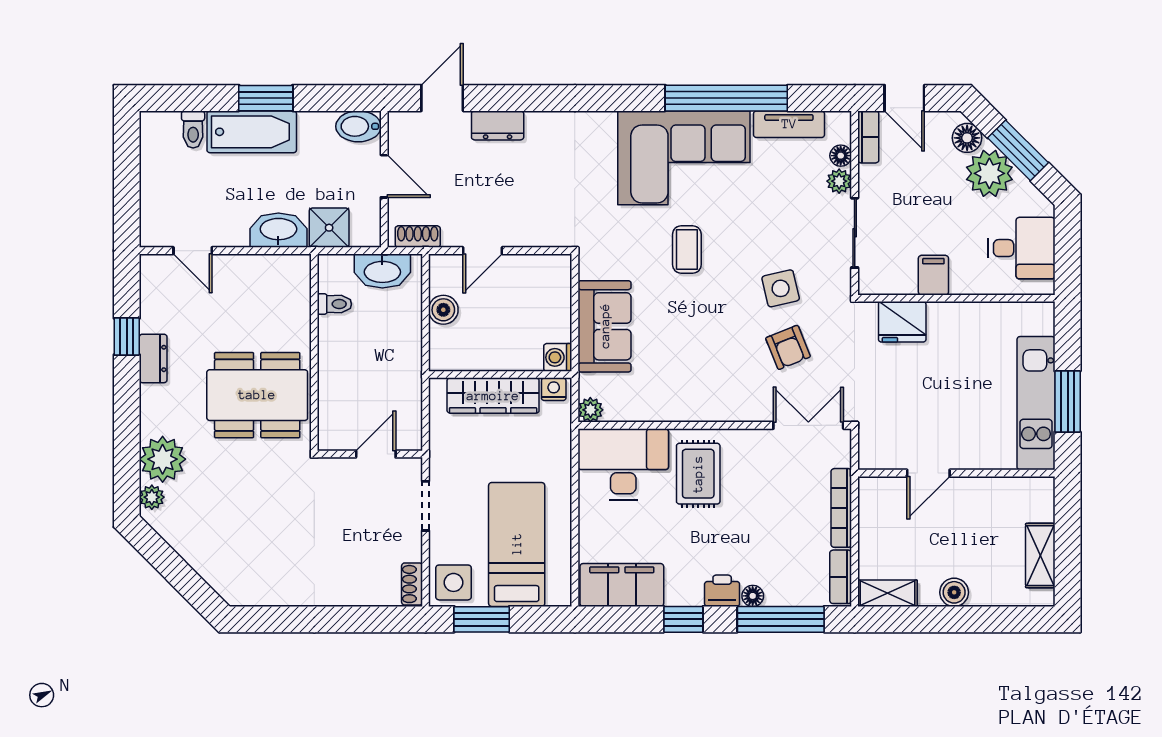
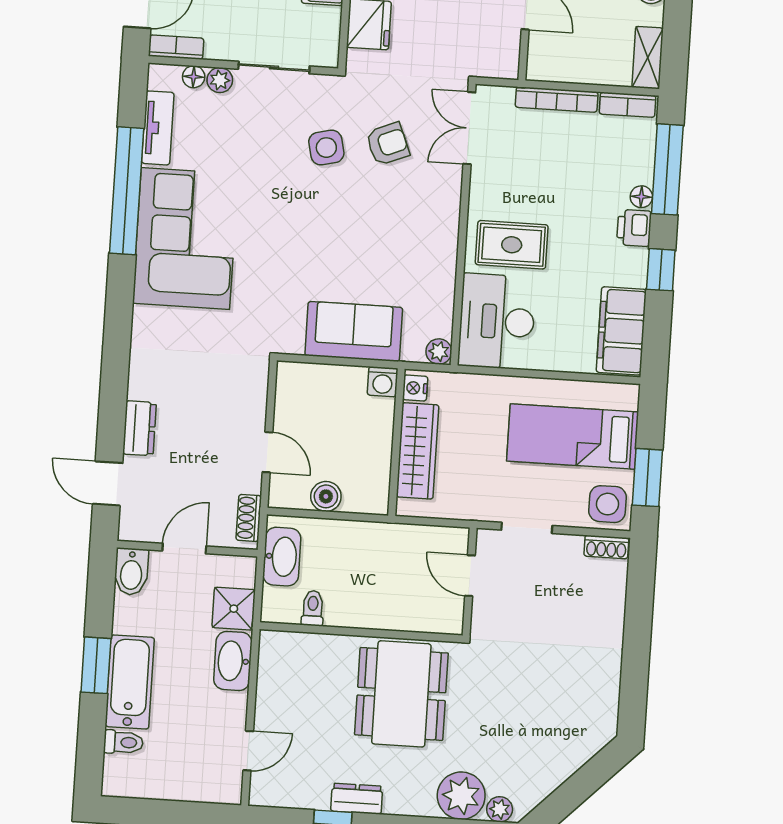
coffee table: (687, 249) -> (280, 241), removed

